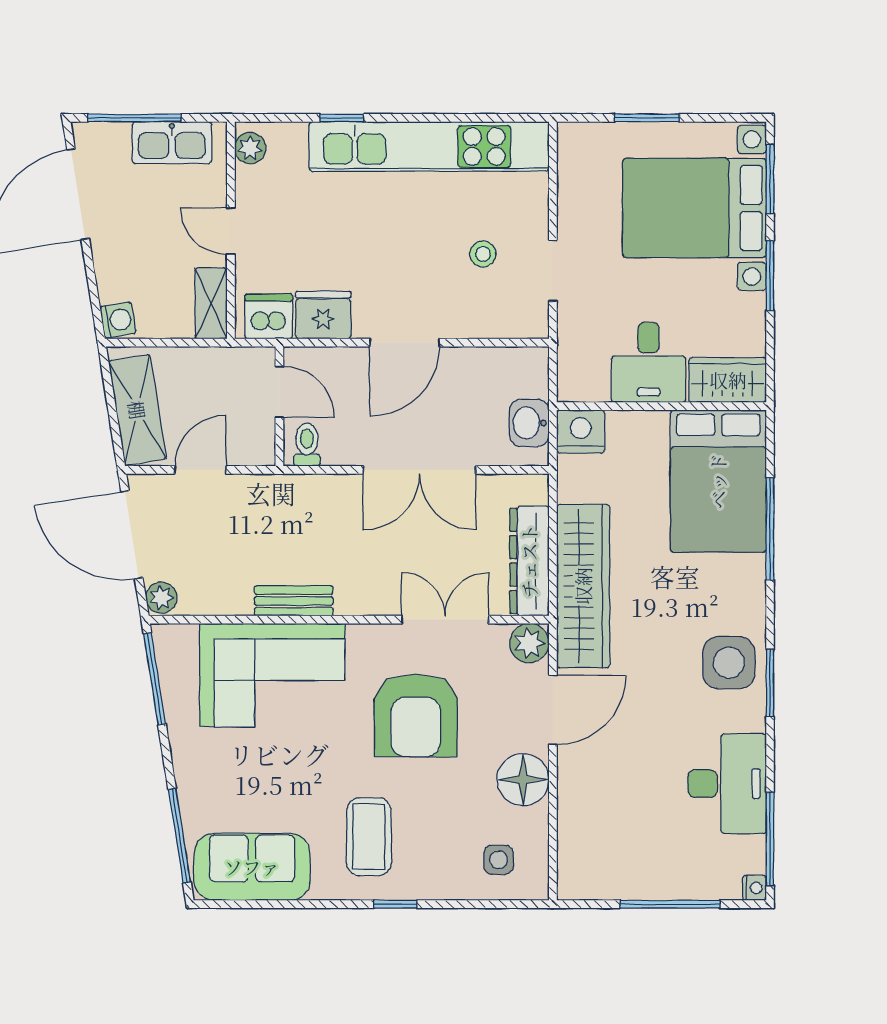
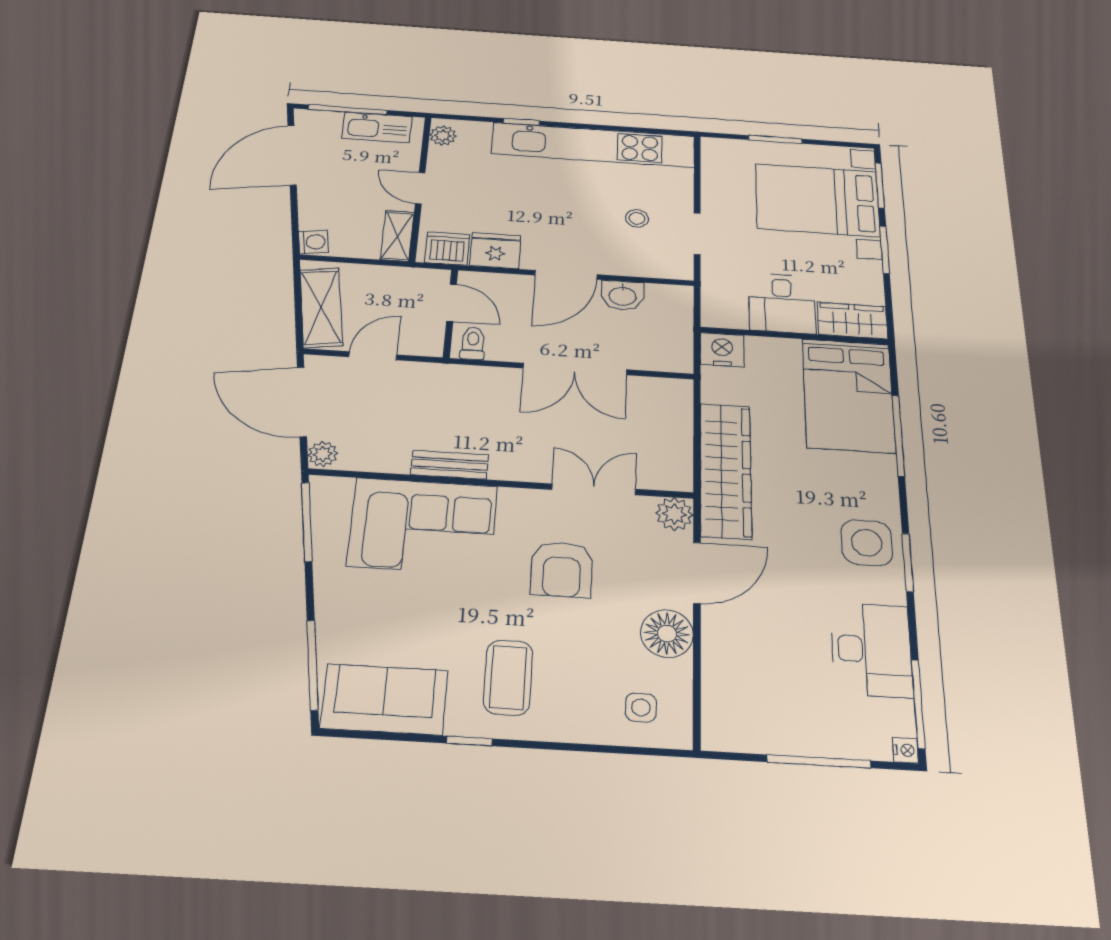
washbasin: (529, 423) -> (623, 295), moved, turned -90
dresser: (529, 561) -> (675, 447), removed
armchair: (416, 715) -> (562, 569), width x0.73, depth x0.73
window: (395, 904) -> (469, 741), moved

